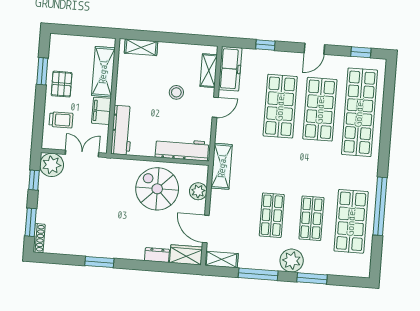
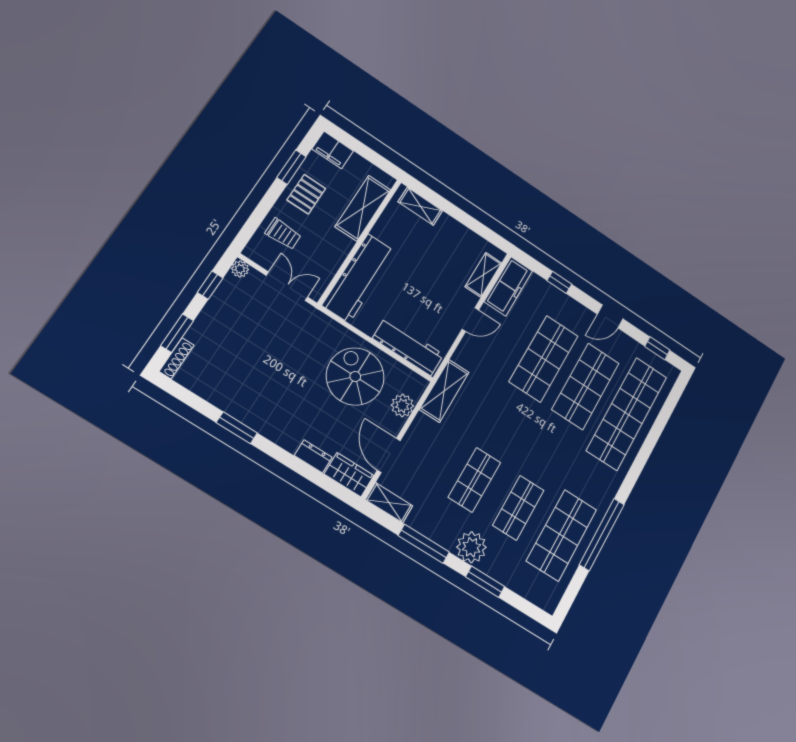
stool: (176, 92) -> (435, 278), removed
filing cabinet: (101, 111) -> (333, 150), moved, turned -90
workbench: (122, 130) -> (359, 278), width x1.36, depth x1.32
plant: (52, 165) -> (240, 269), width x0.53, depth x0.53

